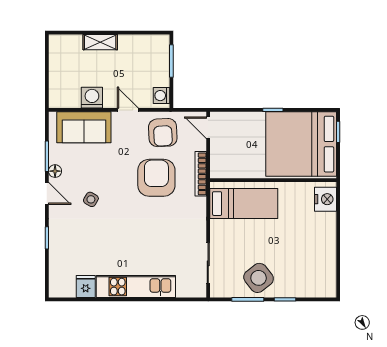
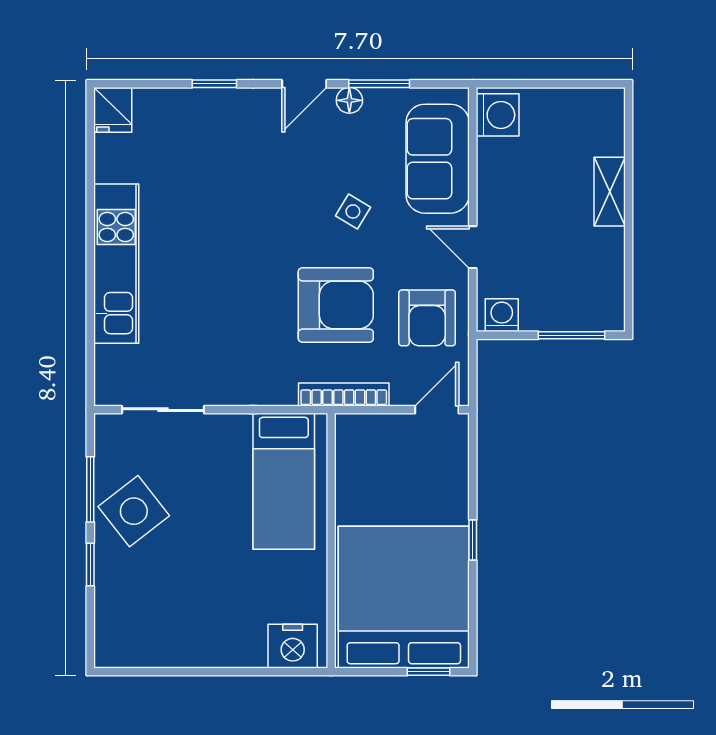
washing machine: (92, 98) -> (498, 115), moved
door: (128, 110) -> (473, 247), swing flipped
armchair: (163, 133) -> (427, 318), turned -87
side table: (91, 199) -> (353, 211), moved
fridge: (86, 287) -> (113, 110), moved, turned 90

